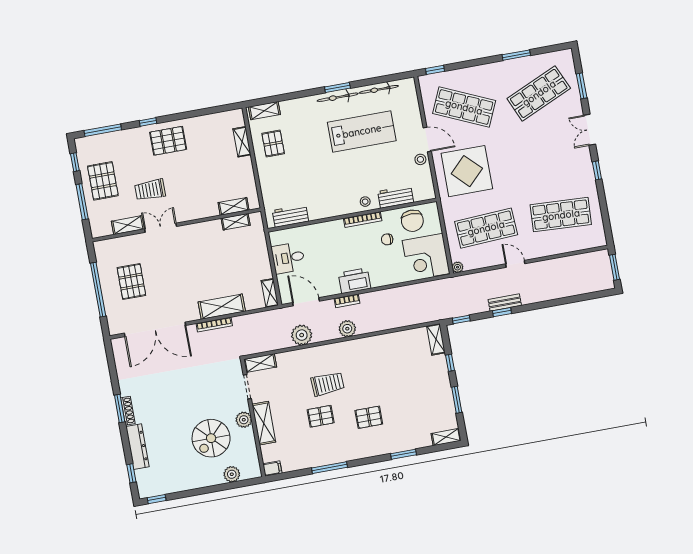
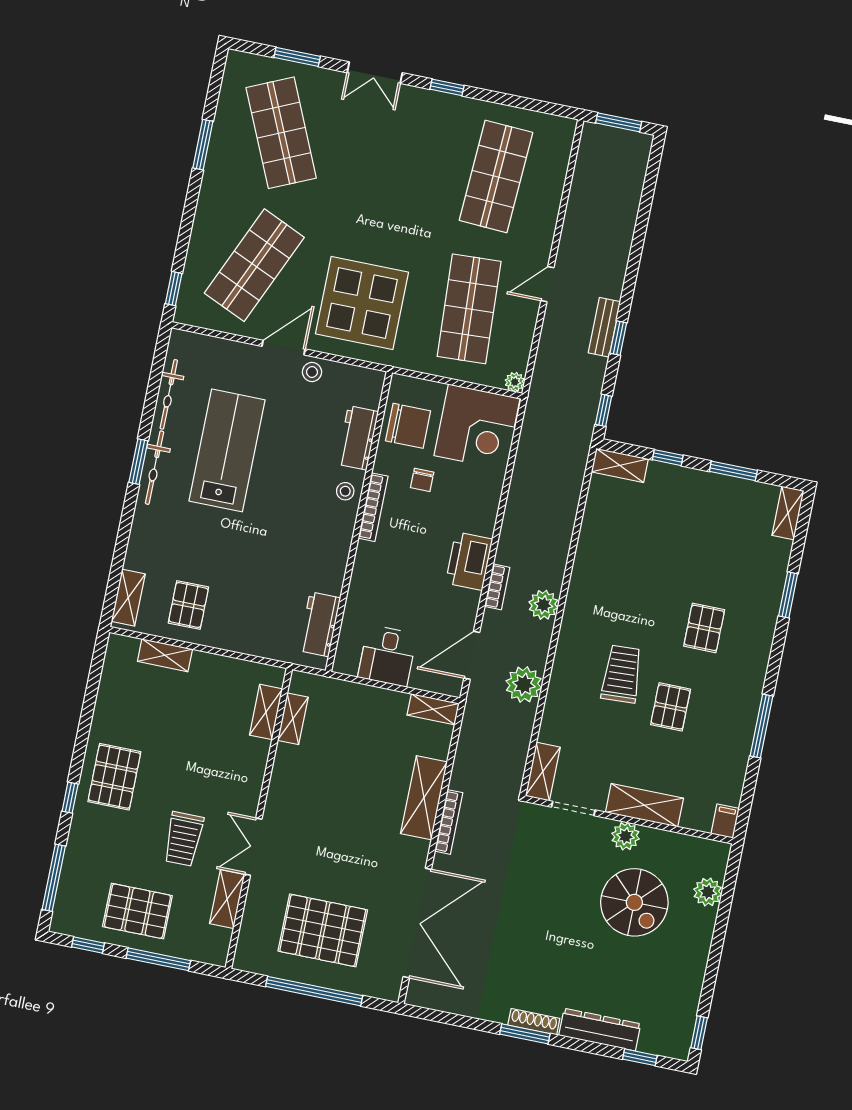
pallet: (273, 144) -> (188, 605), turned 90
pallet: (131, 281) -> (323, 930), width x1.37, depth x1.41

